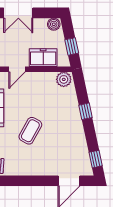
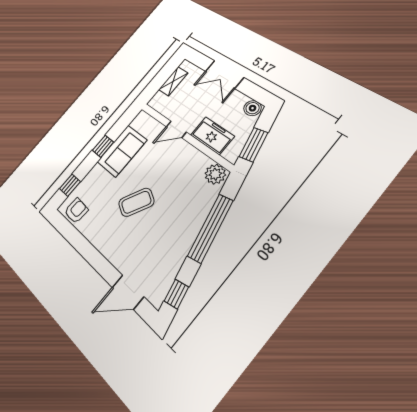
window: (72, 46) -> (253, 145), width x1.50
window: (85, 111) -> (210, 228), width x3.17

